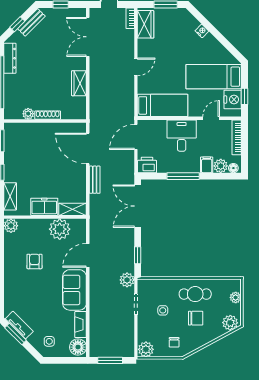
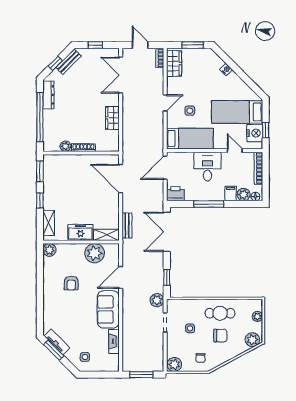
side table: (163, 75) -> (190, 111), added
door: (211, 118) -> (235, 151), hinge flipped
bench: (95, 180) -> (127, 226), moved
armchair: (34, 261) -> (71, 283), turned 180
floor lamp: (78, 347) -> (111, 362), removed

